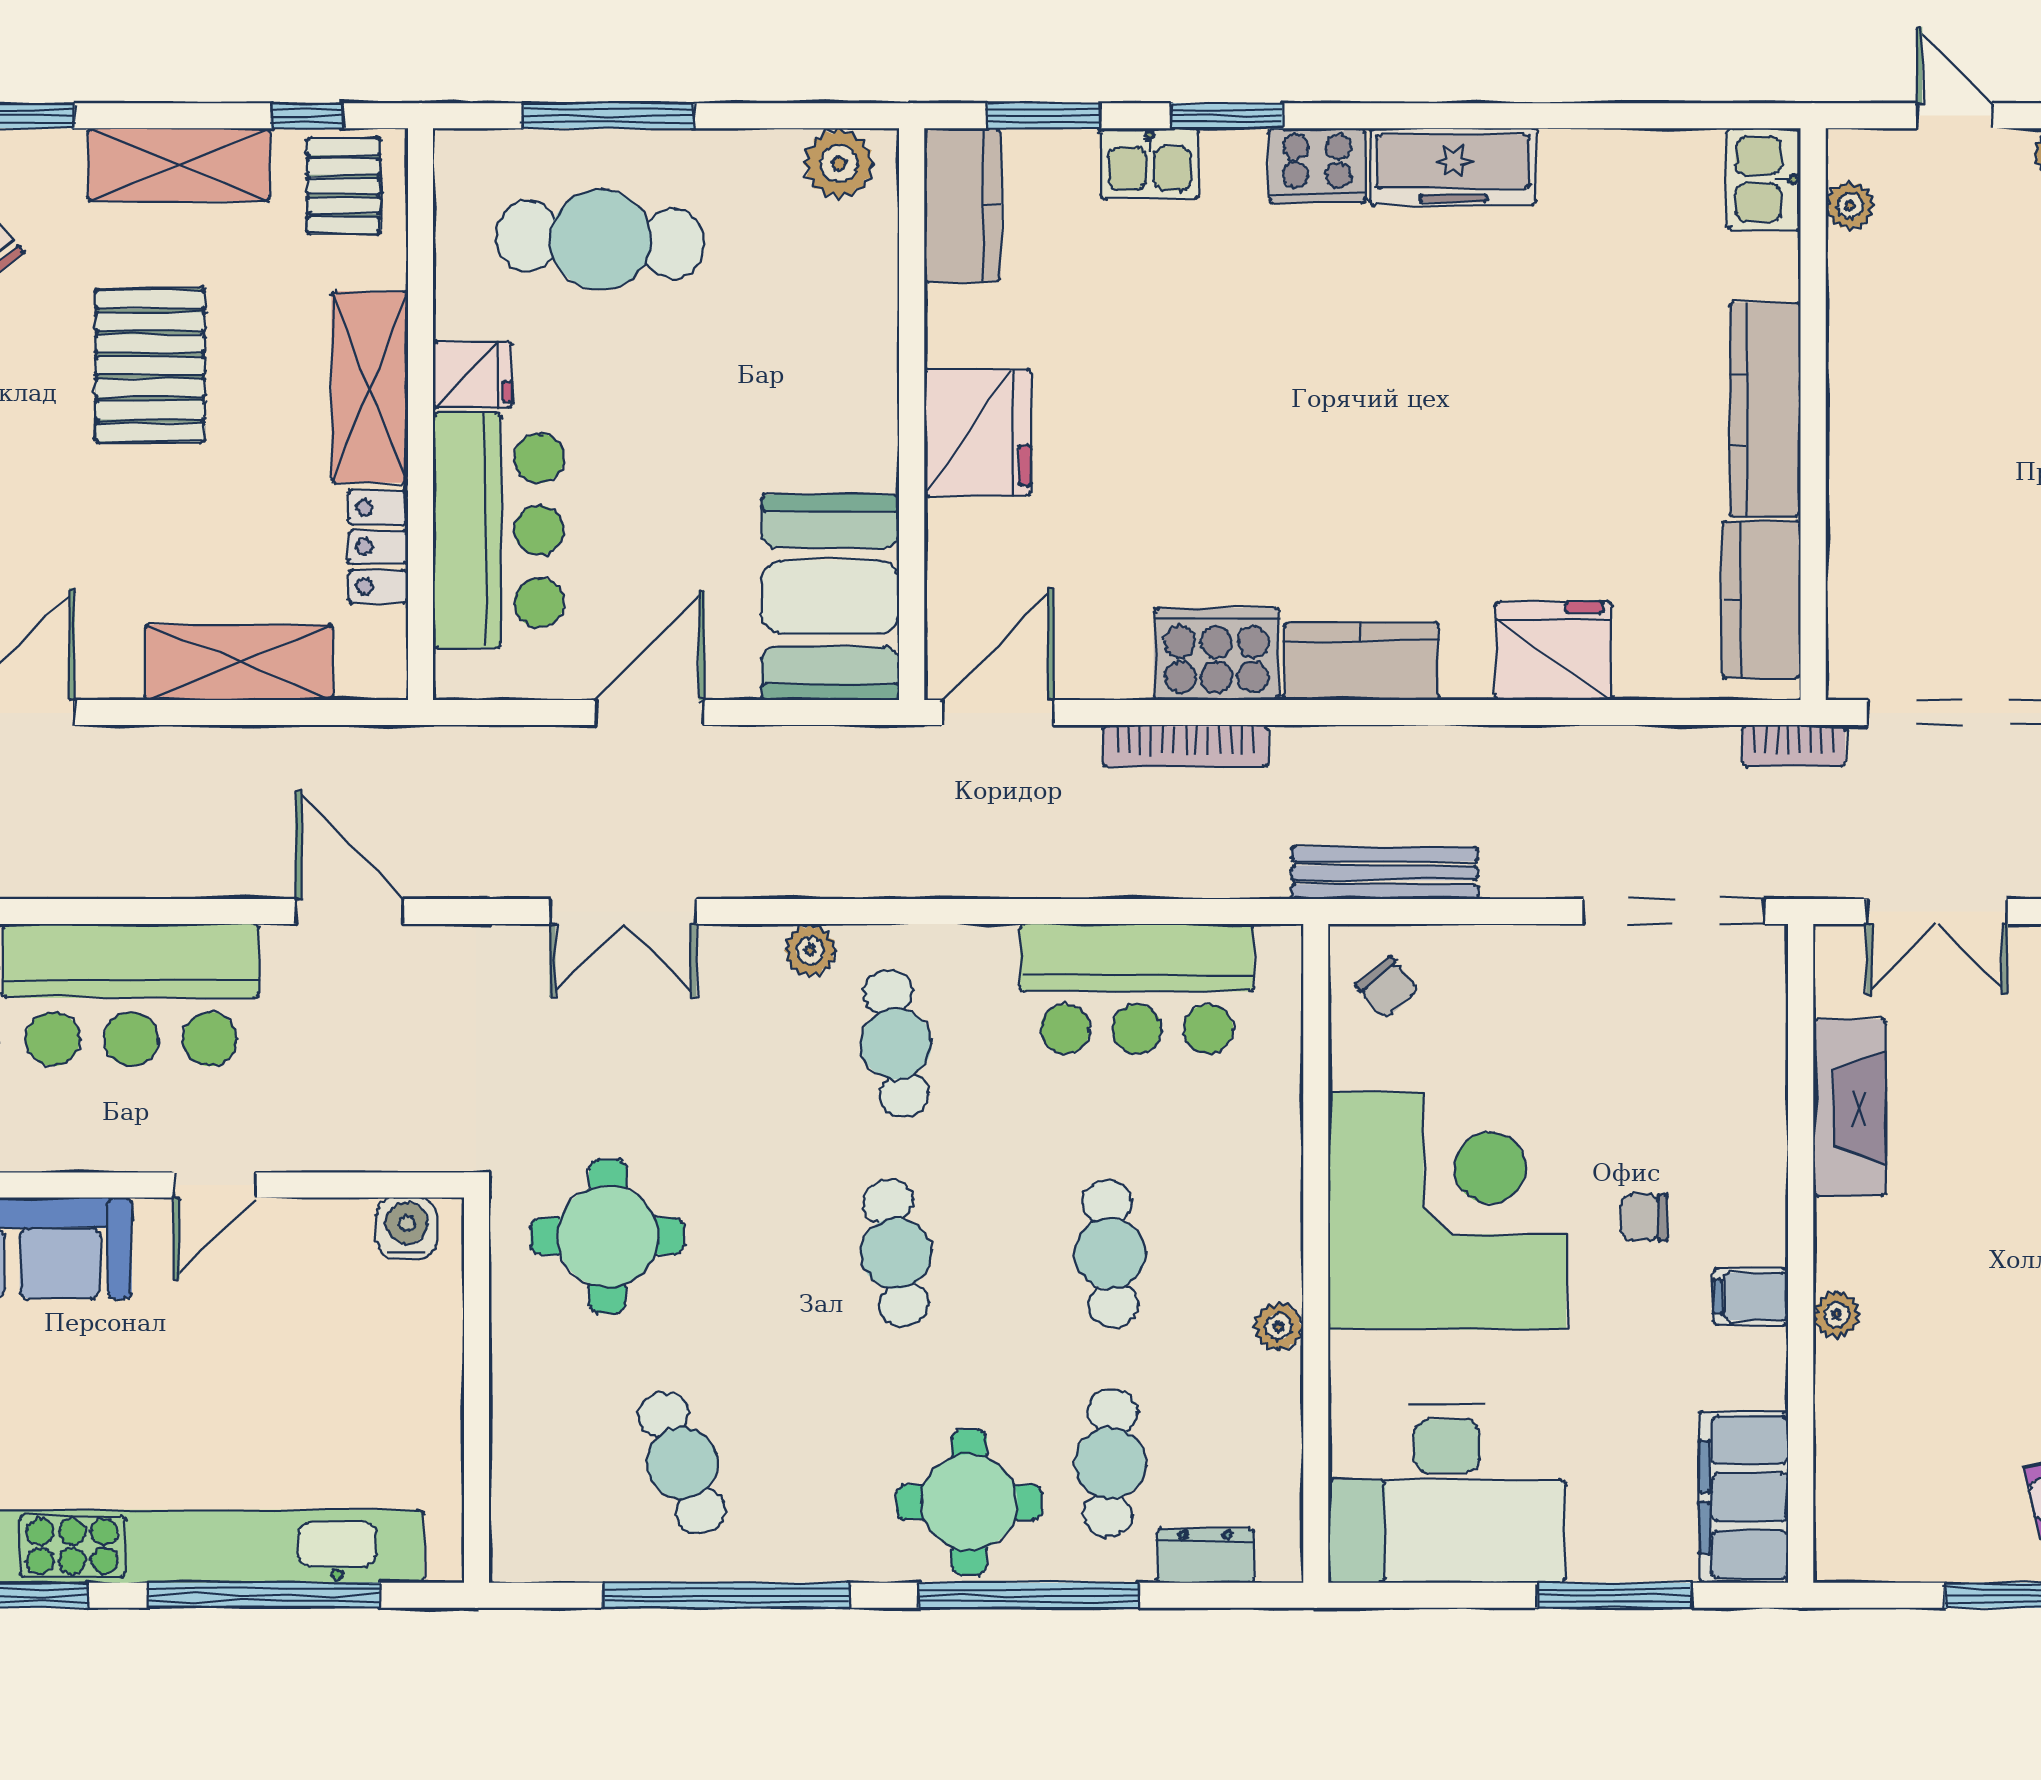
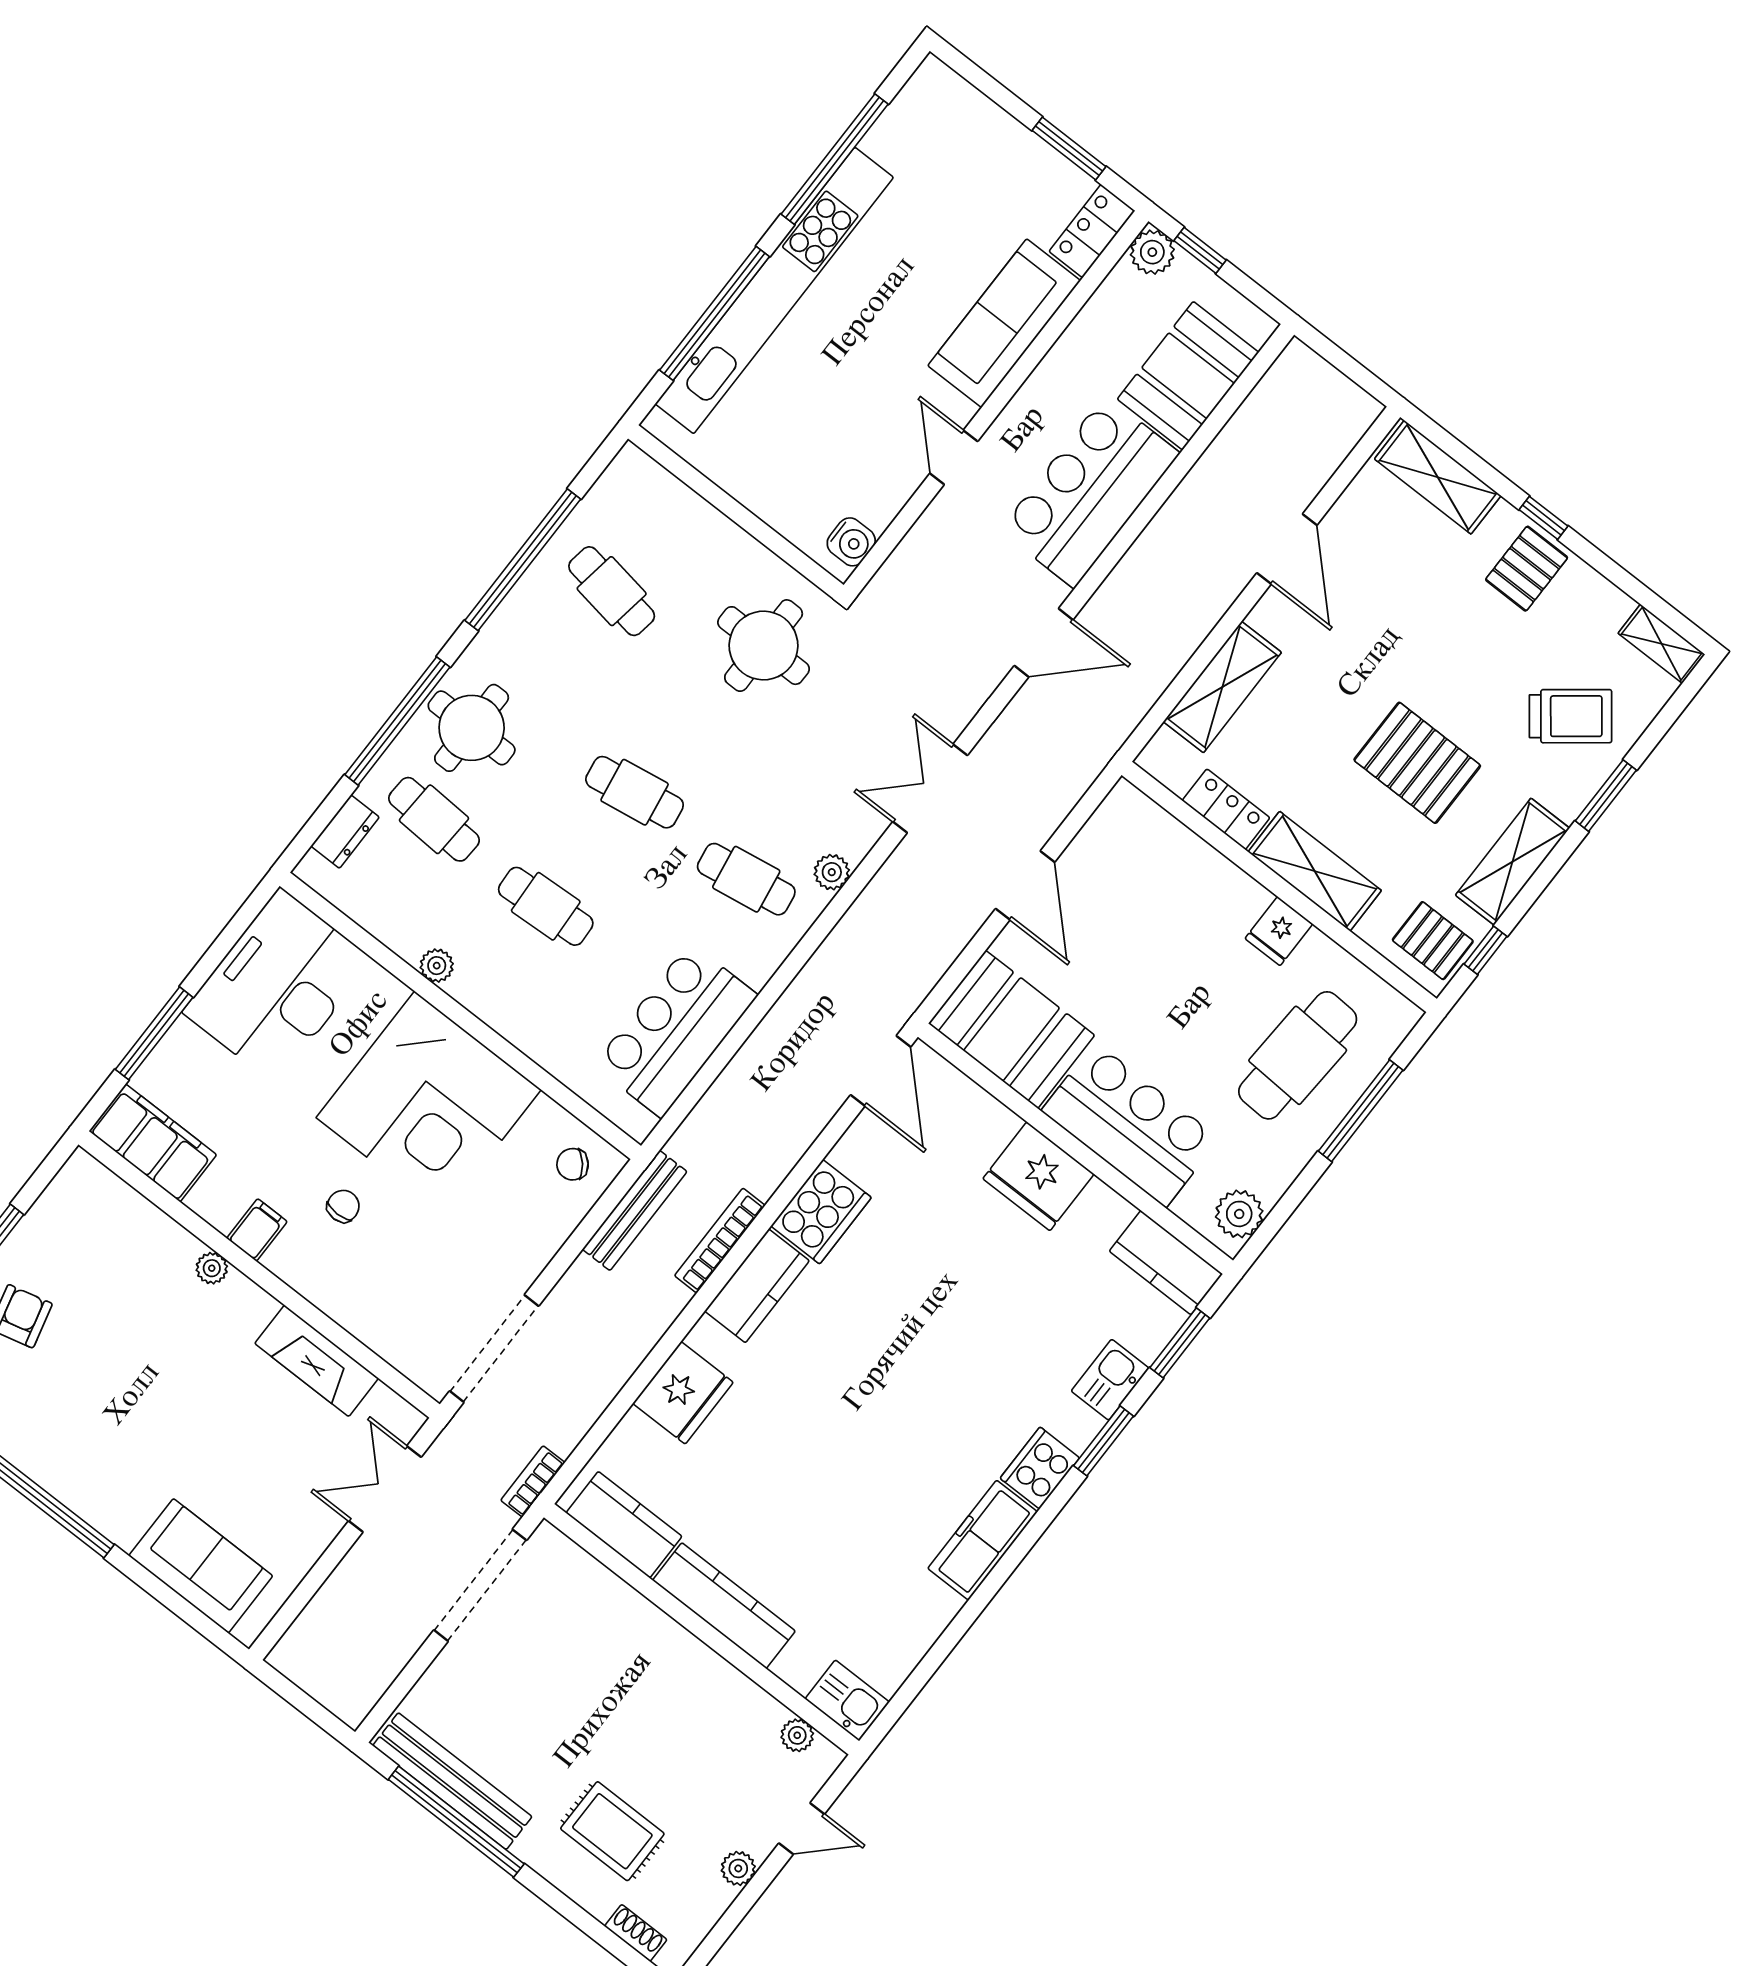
bar counter: (498, 530) -> (1130, 1125), moved, turned 180
bookcase: (1185, 746) -> (720, 1241), moved
cafe table: (682, 1463) -> (612, 591), turned 30

